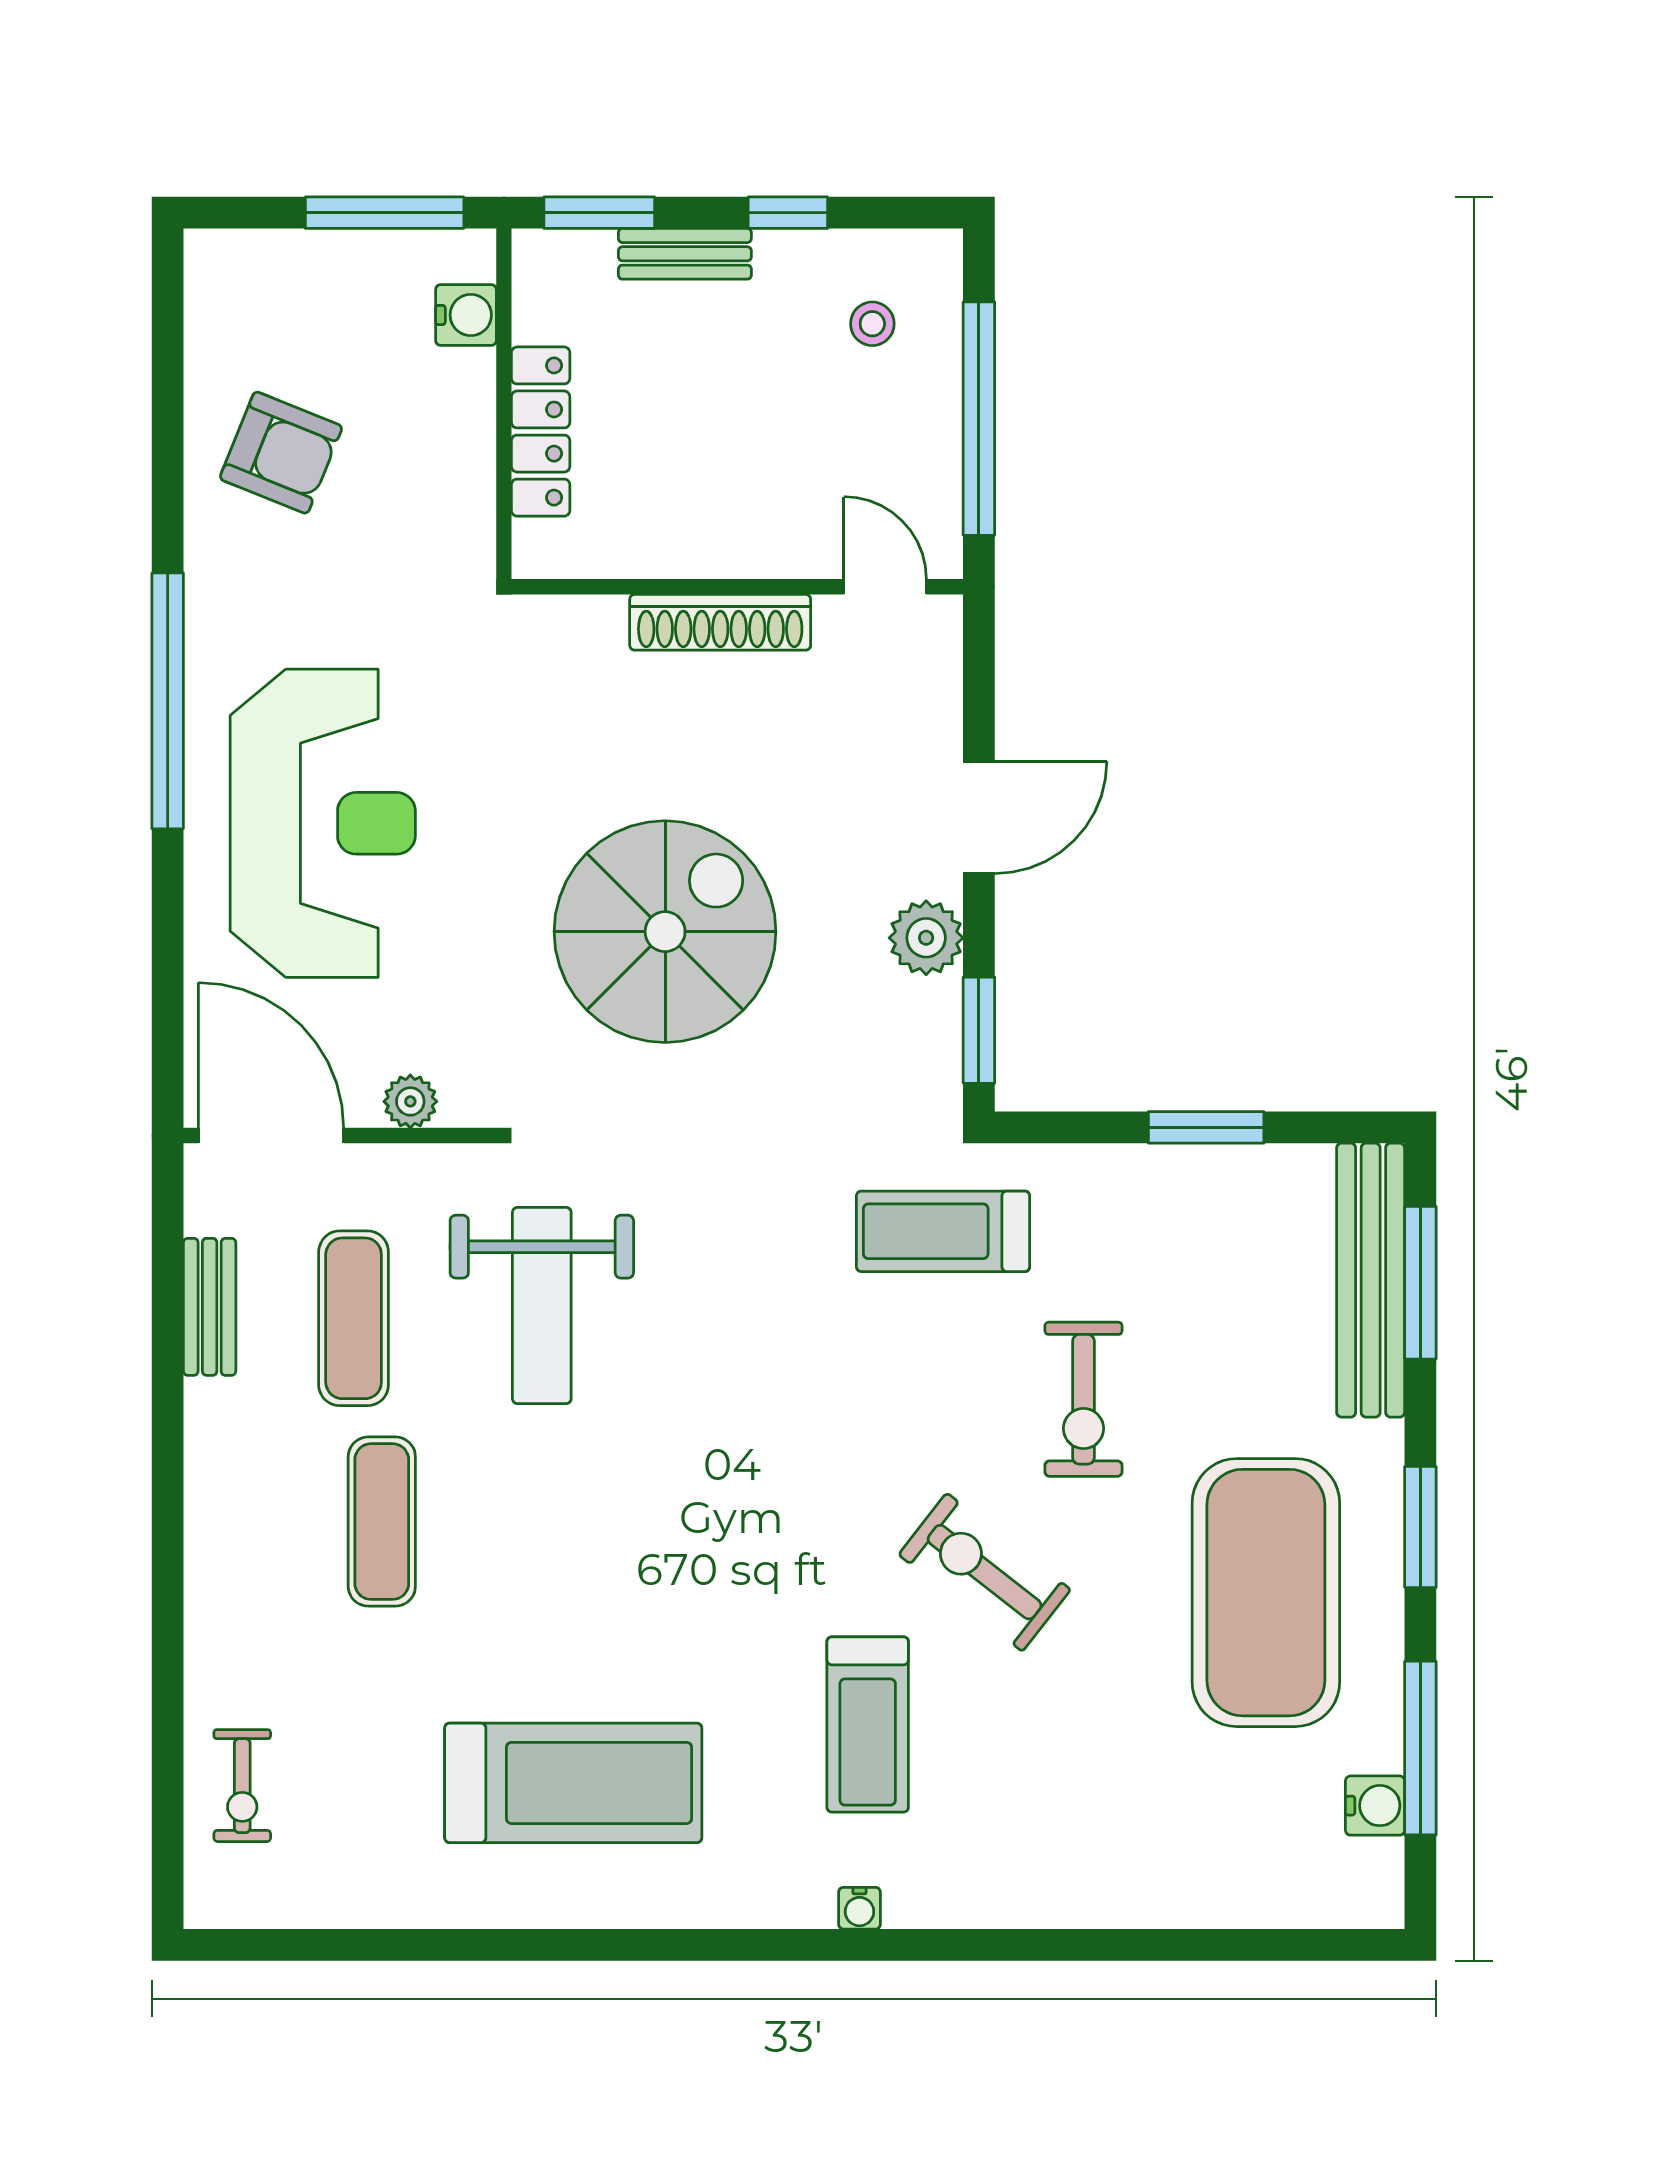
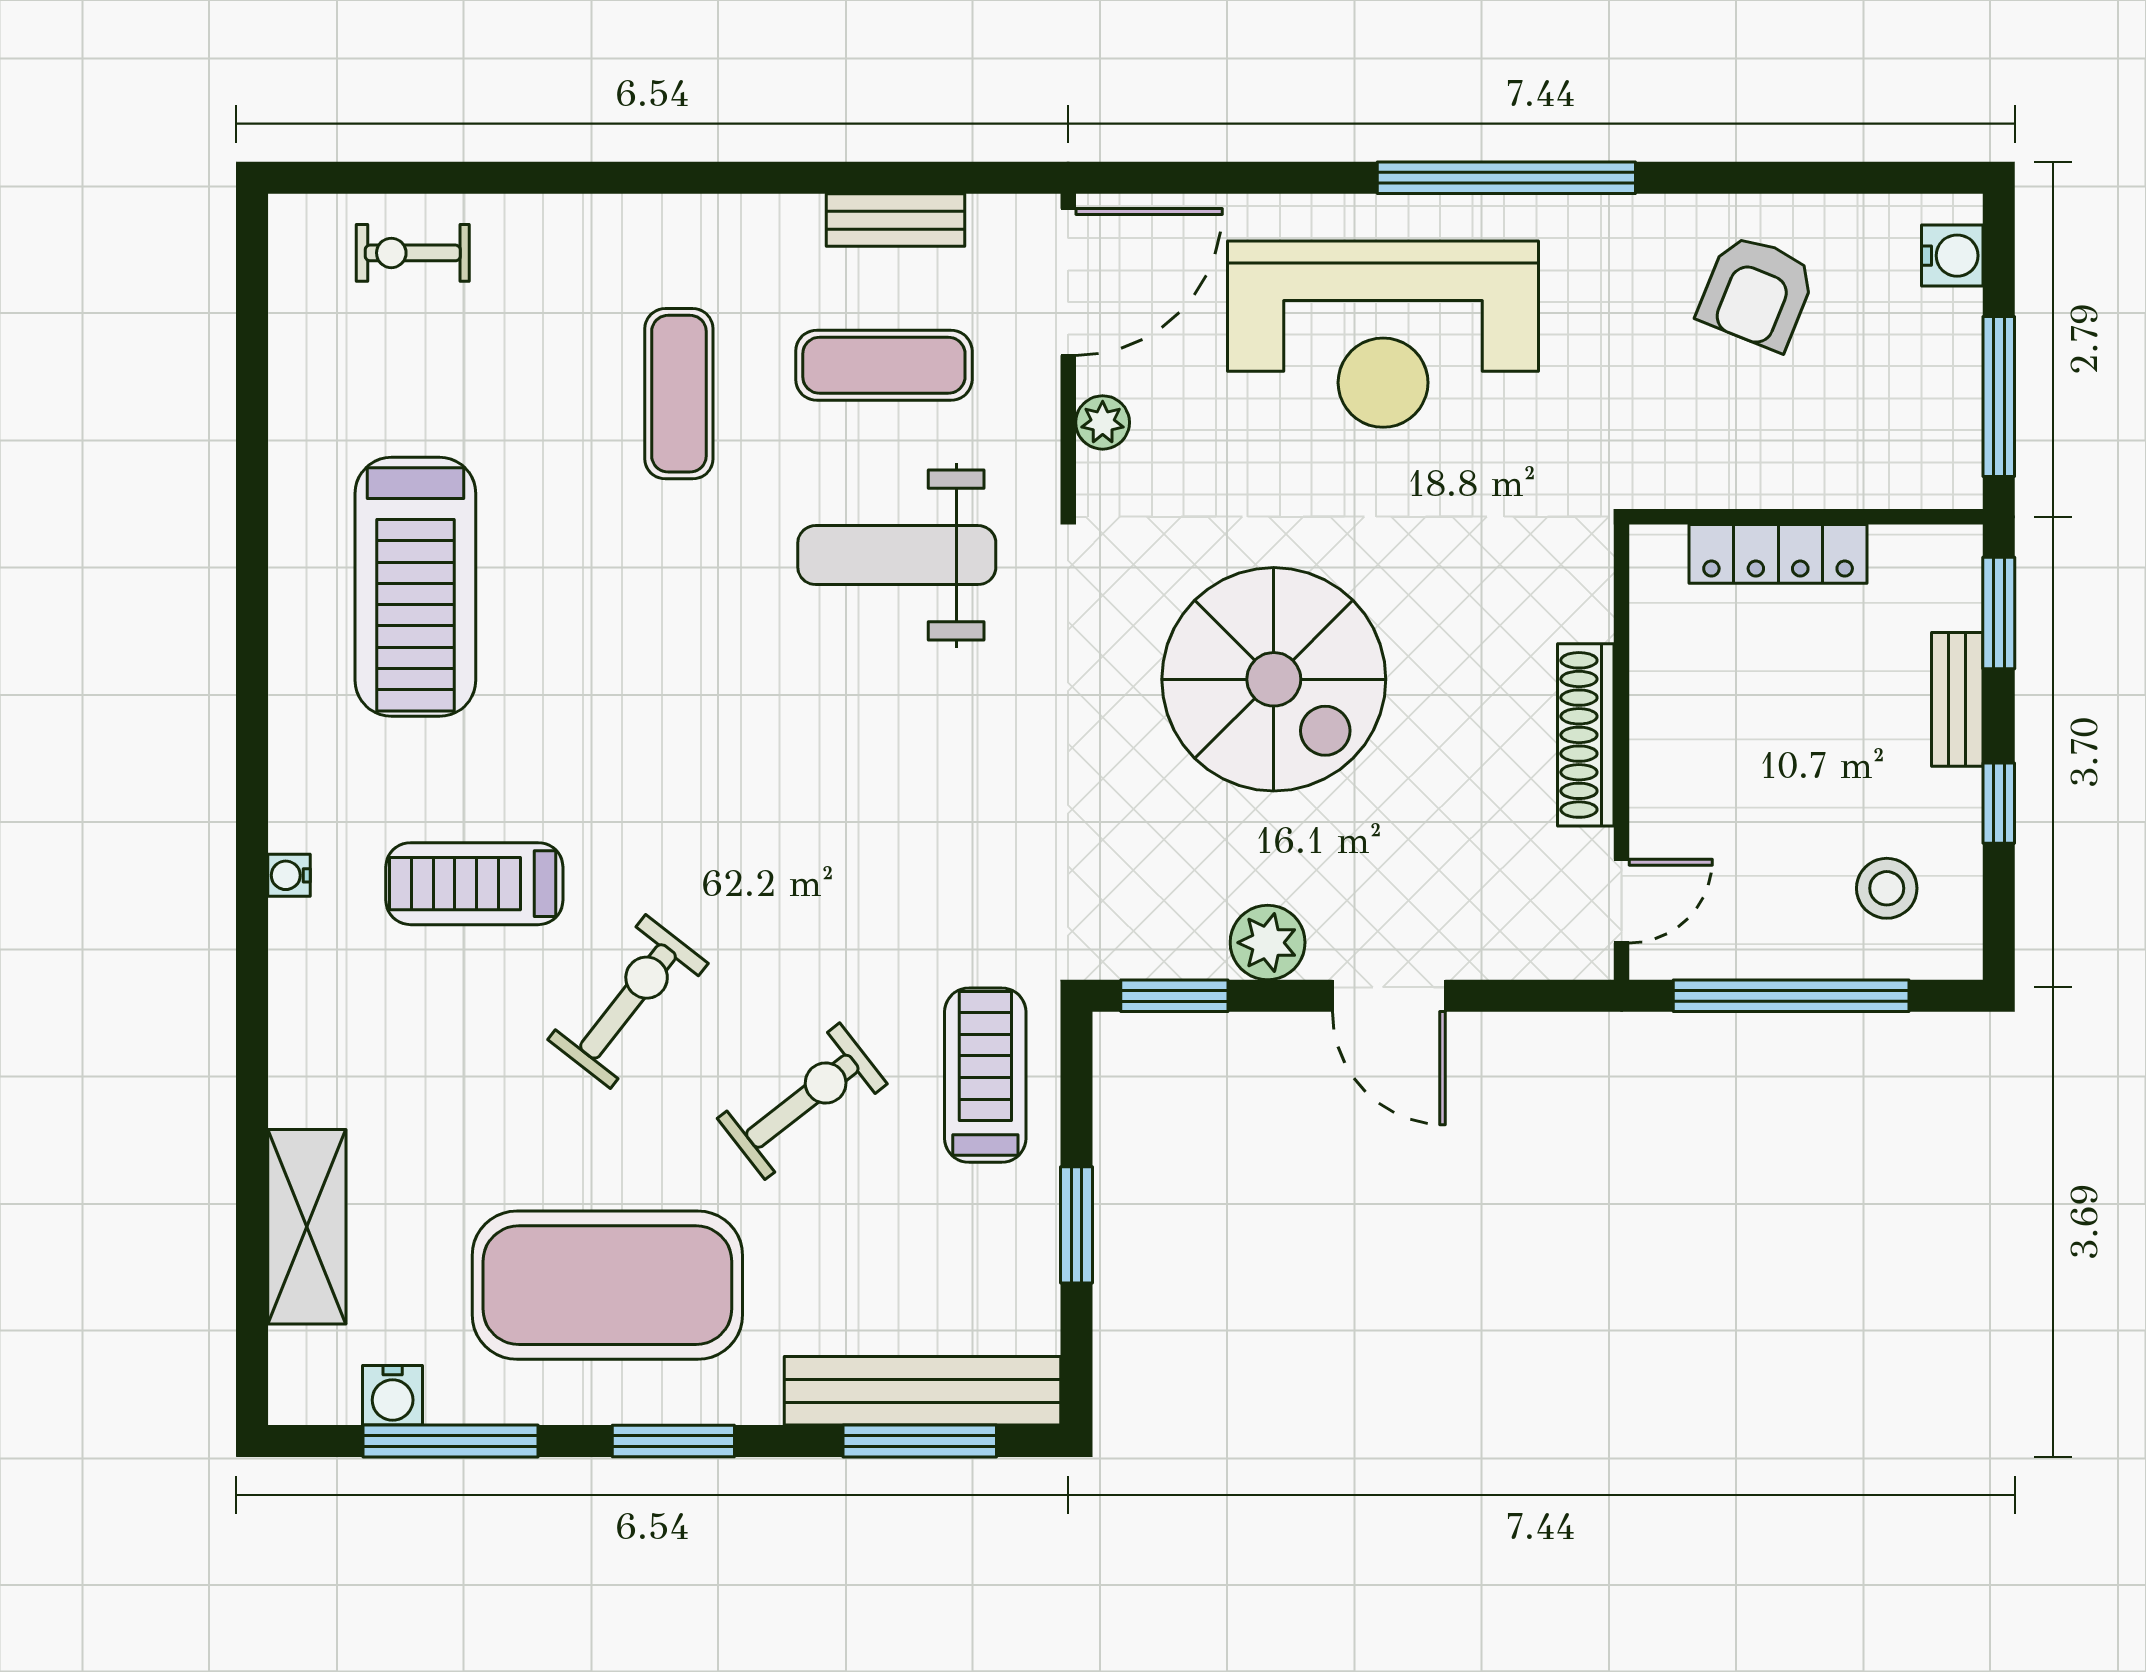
water cooler: (466, 315) -> (1952, 256), moved, turned -90
stool: (872, 324) -> (1887, 888), width x1.37, depth x1.37
treadmill: (943, 1231) -> (985, 1075), moved
exercise bike: (1083, 1399) -> (802, 1101), turned 142
exercise mat: (382, 1522) -> (679, 394), turned 90
shelving: (1208, 1891) -> (307, 1227), added

